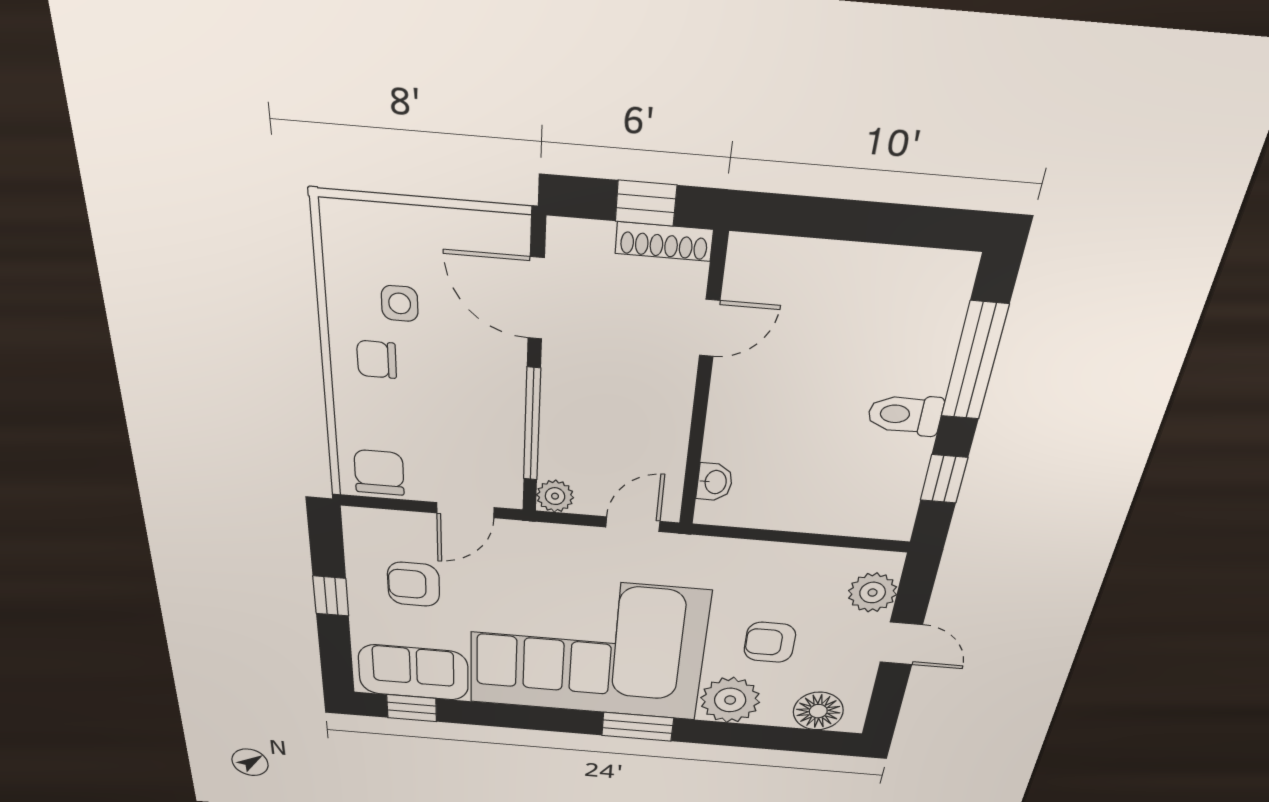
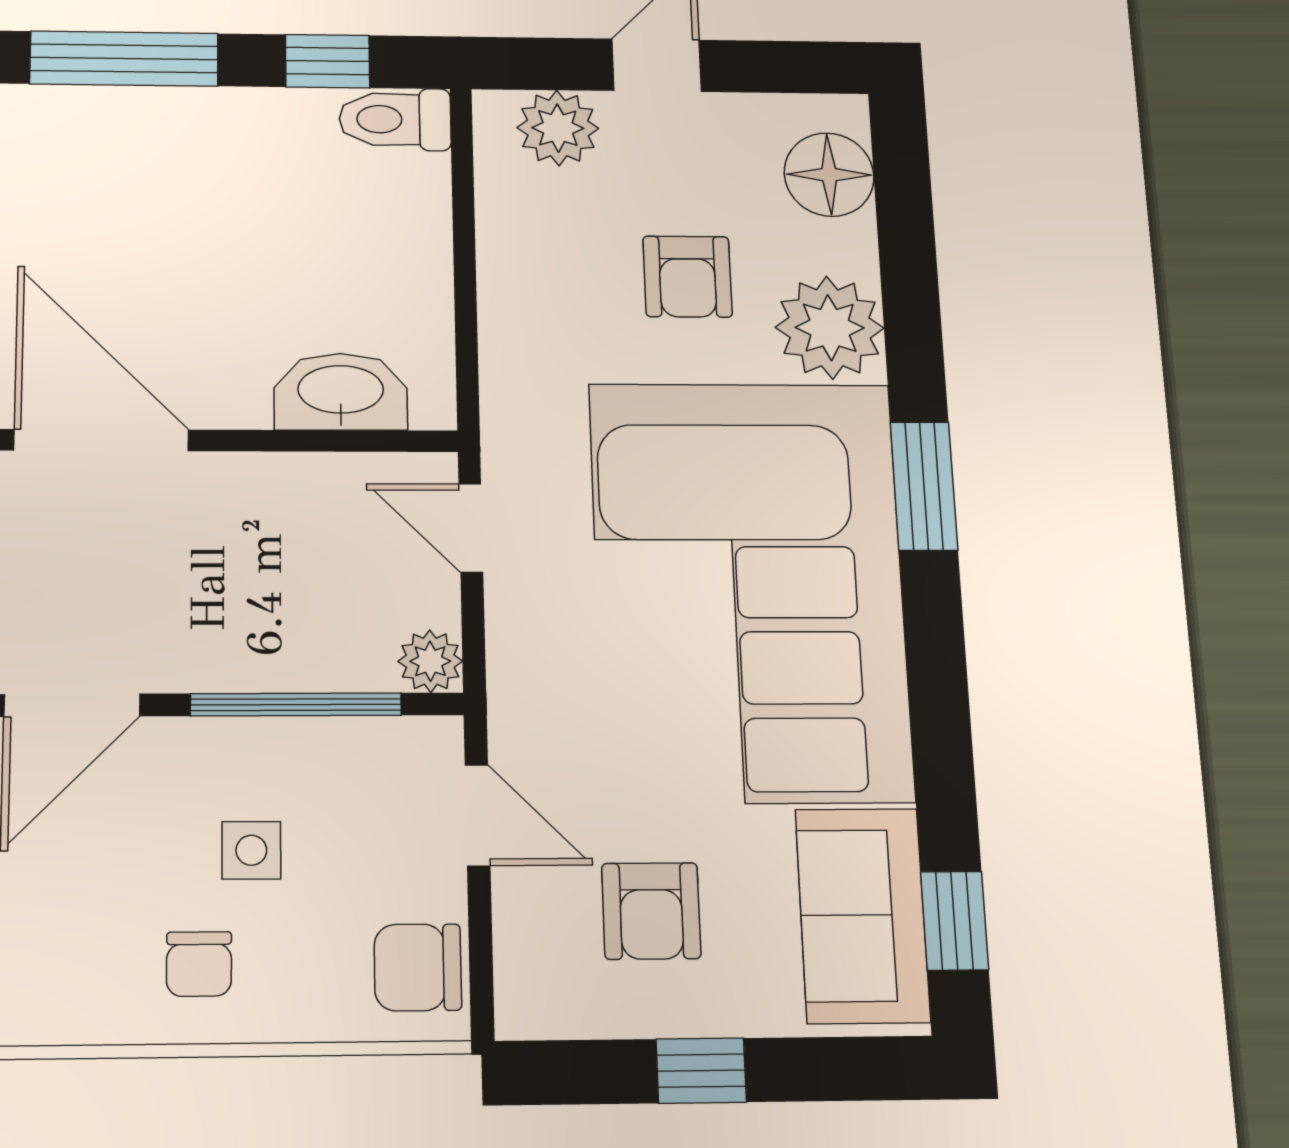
side table: (400, 303) -> (251, 850), moved
door: (710, 328) -> (101, 440), width x1.87
toilet: (905, 415) -> (395, 119), moved, turned 90
washbasin: (715, 482) -> (341, 392), width x1.91, depth x1.45

